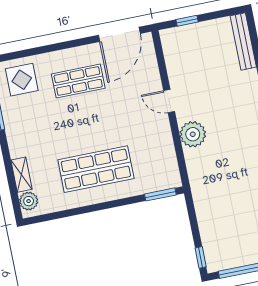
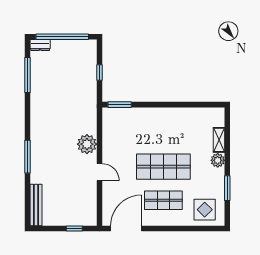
shop shelf: (96, 169) -> (163, 167), moved
plant: (29, 201) -> (218, 160), moved
window: (201, 257) -> (99, 72), moved

